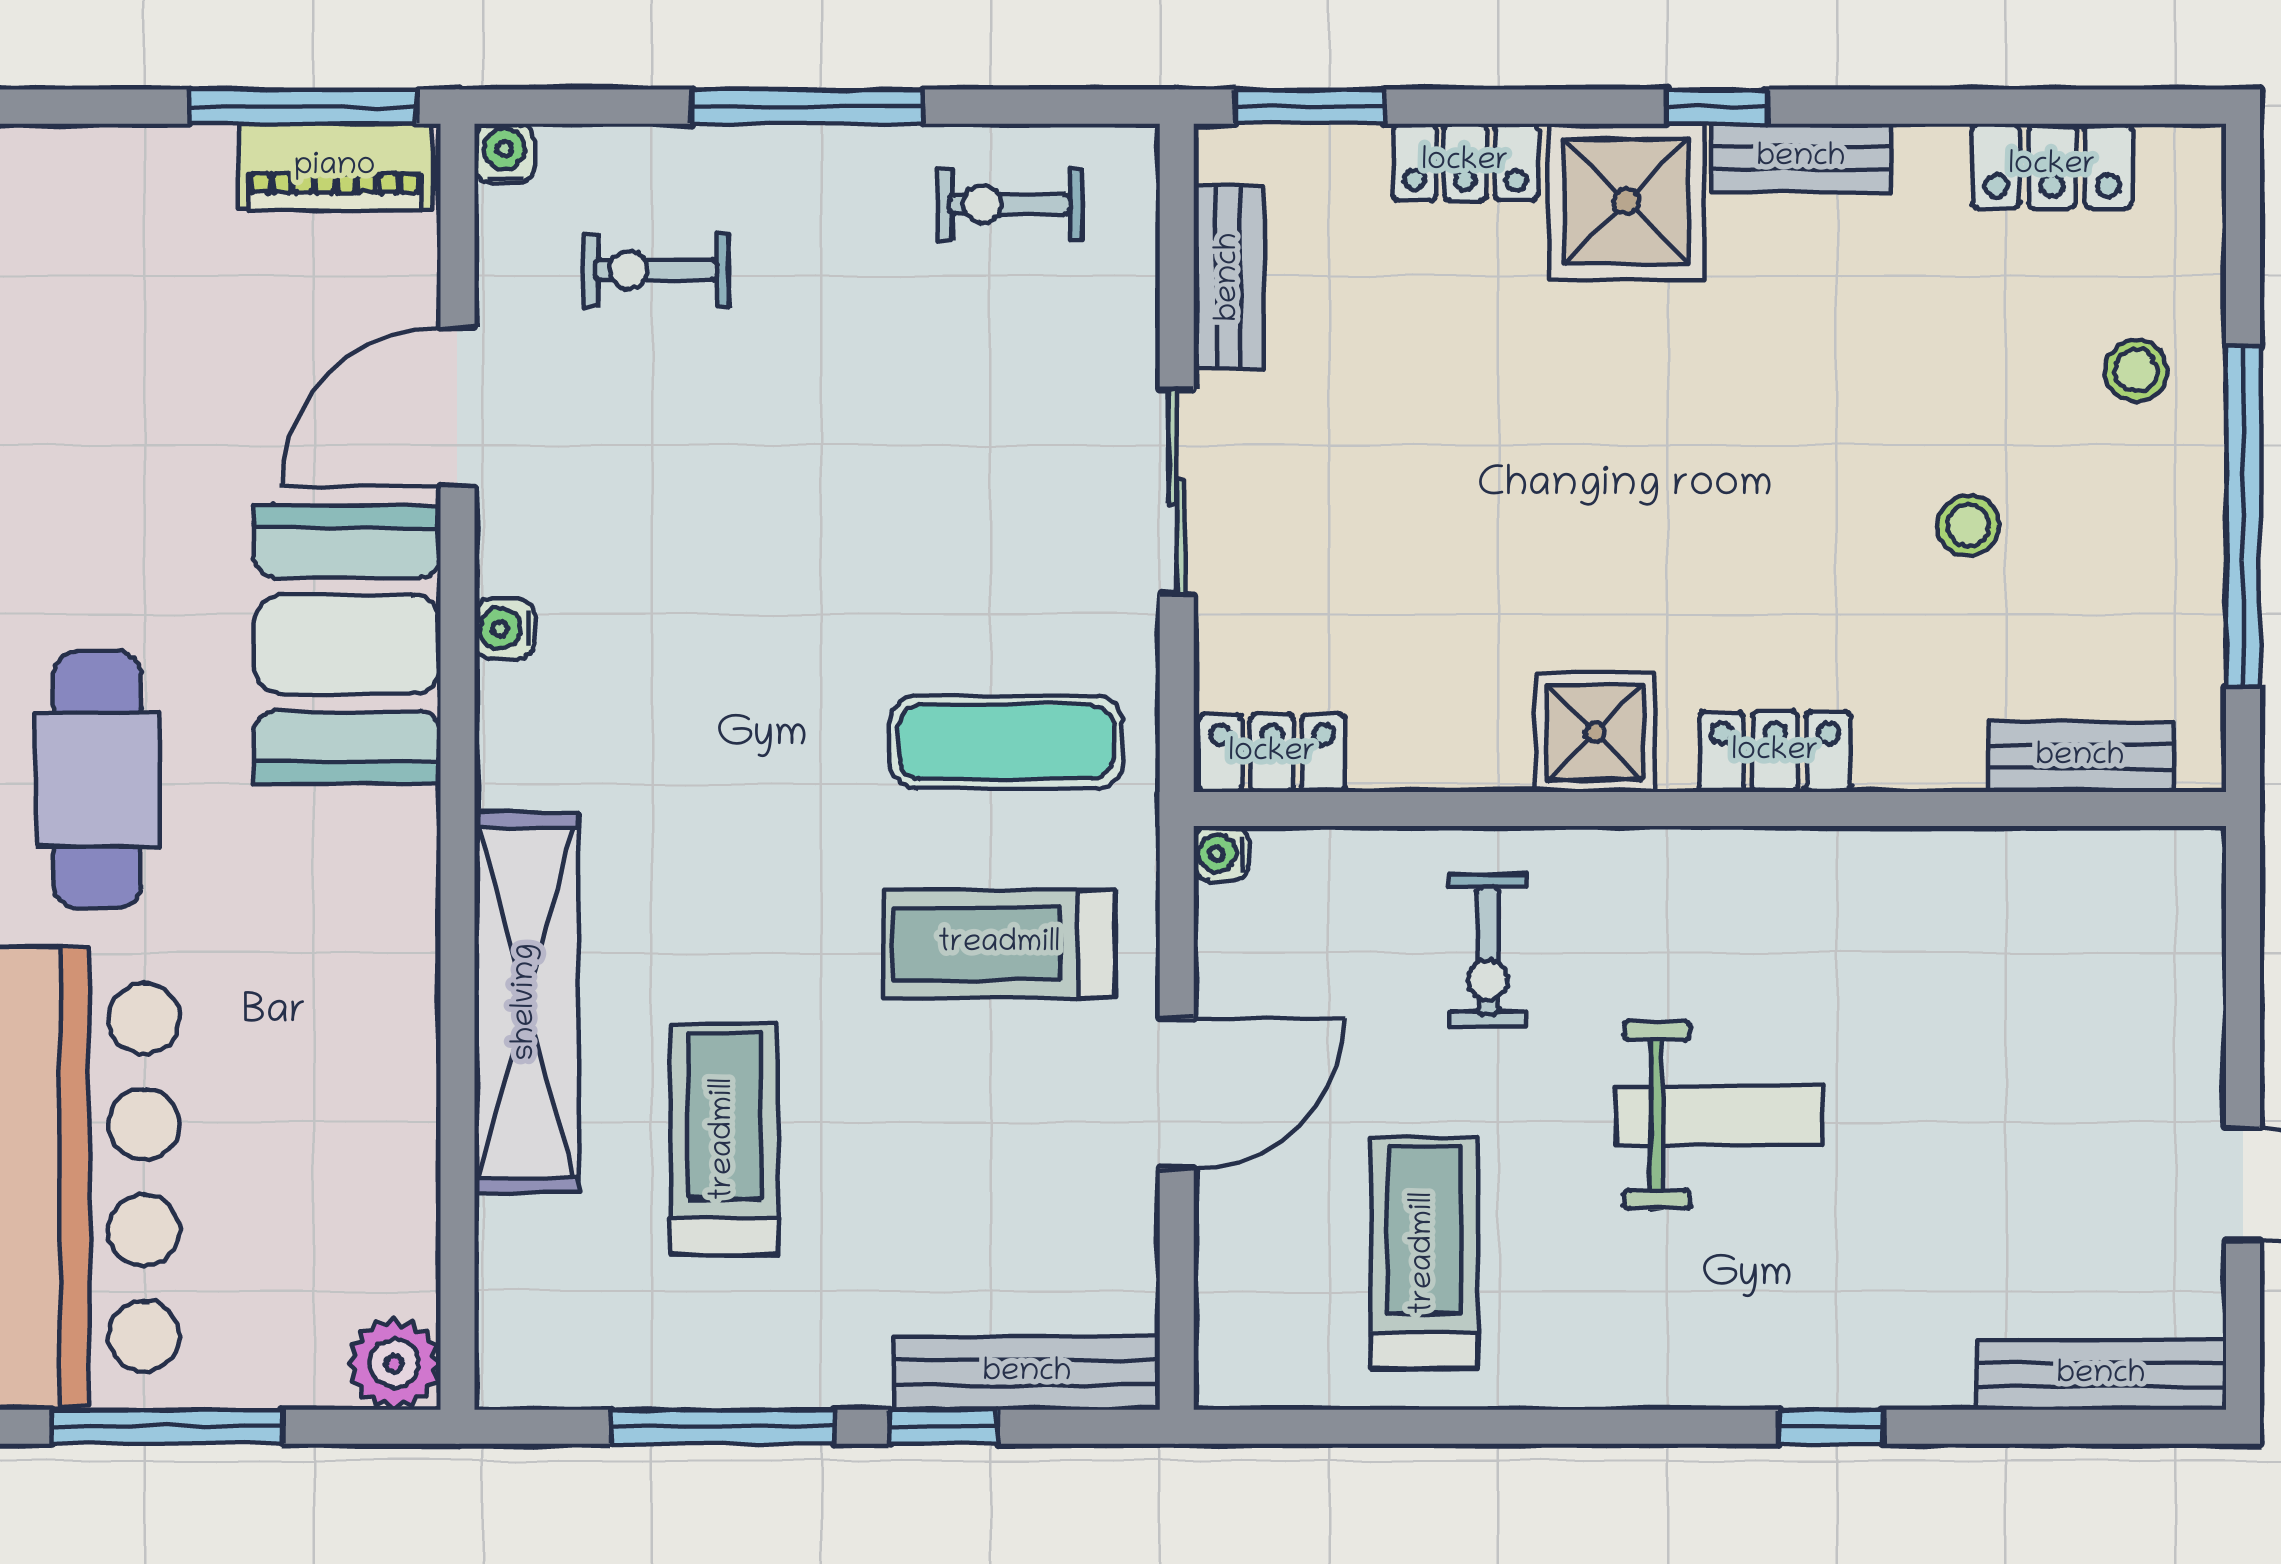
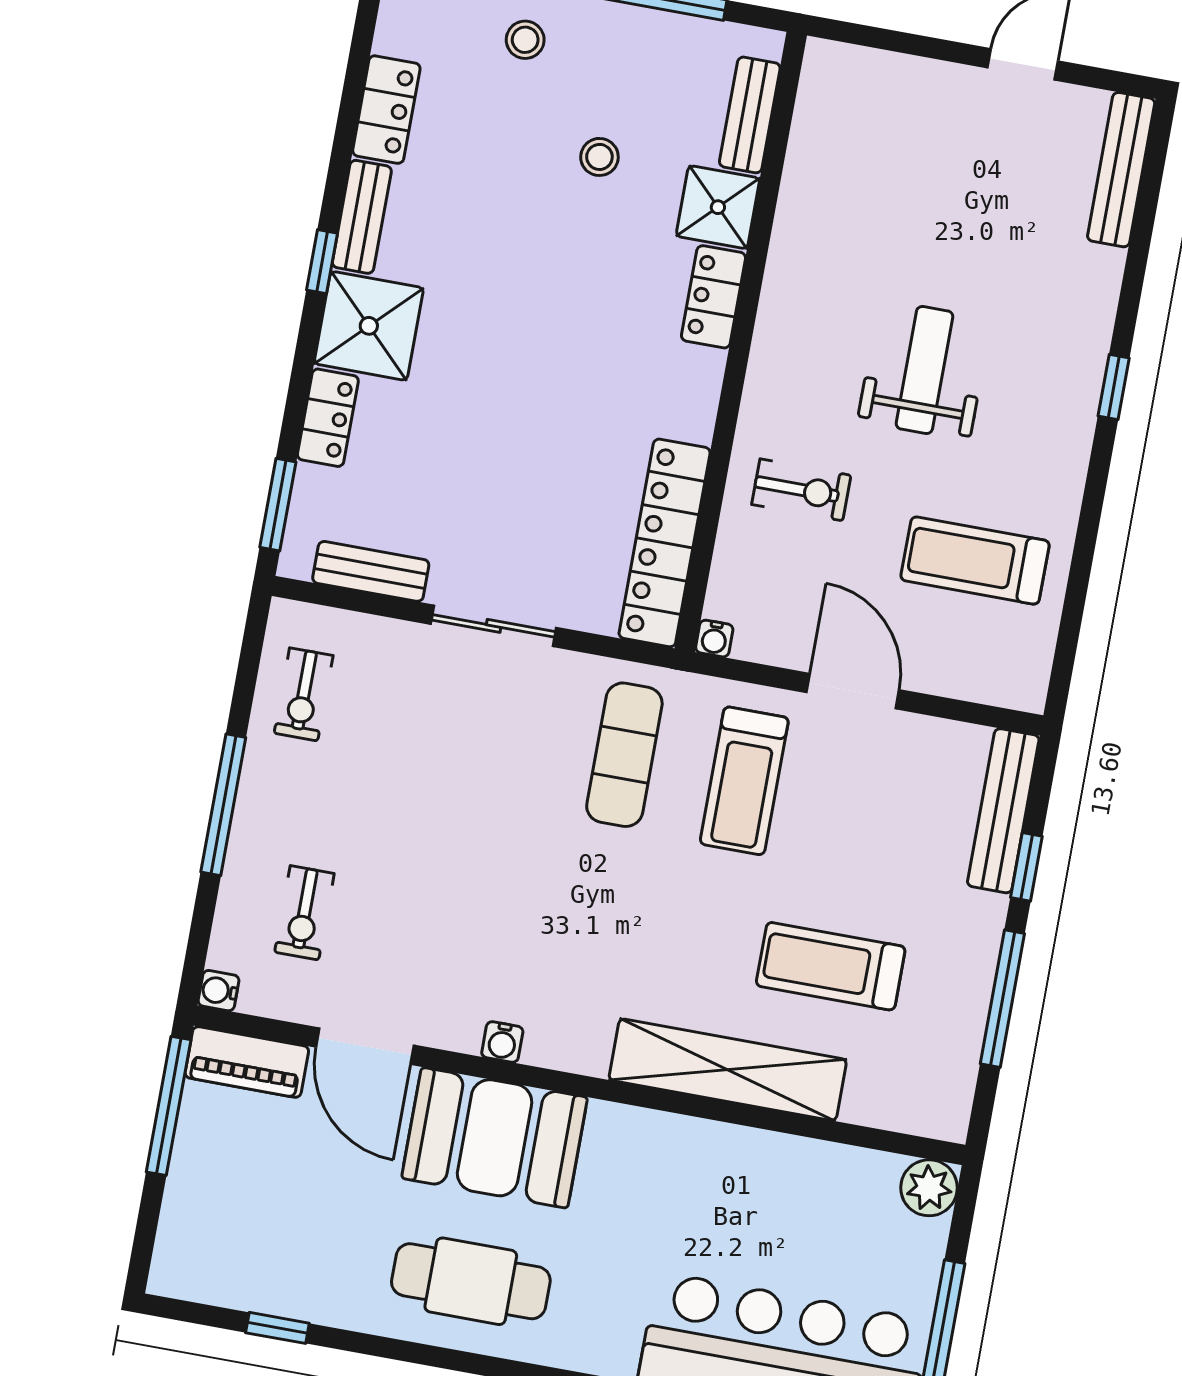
locker: (2052, 166) -> (386, 110), moved
piano: (335, 167) -> (247, 1062), moved, turned 90
shower: (1595, 732) -> (718, 207), moved
locker: (1272, 753) -> (665, 543), width x2.16, depth x1.21
cafe table: (97, 780) -> (471, 1281), moved
window: (1831, 1427) -> (1114, 387), moved

